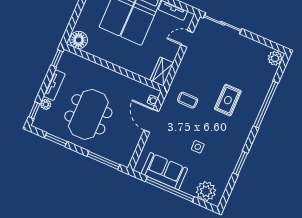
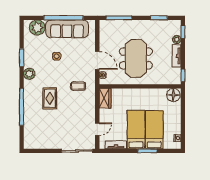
plant: (275, 58) -> (29, 74), moved
meeting table: (88, 114) -> (136, 58), moved
sofa: (164, 171) -> (67, 29), width x1.36

